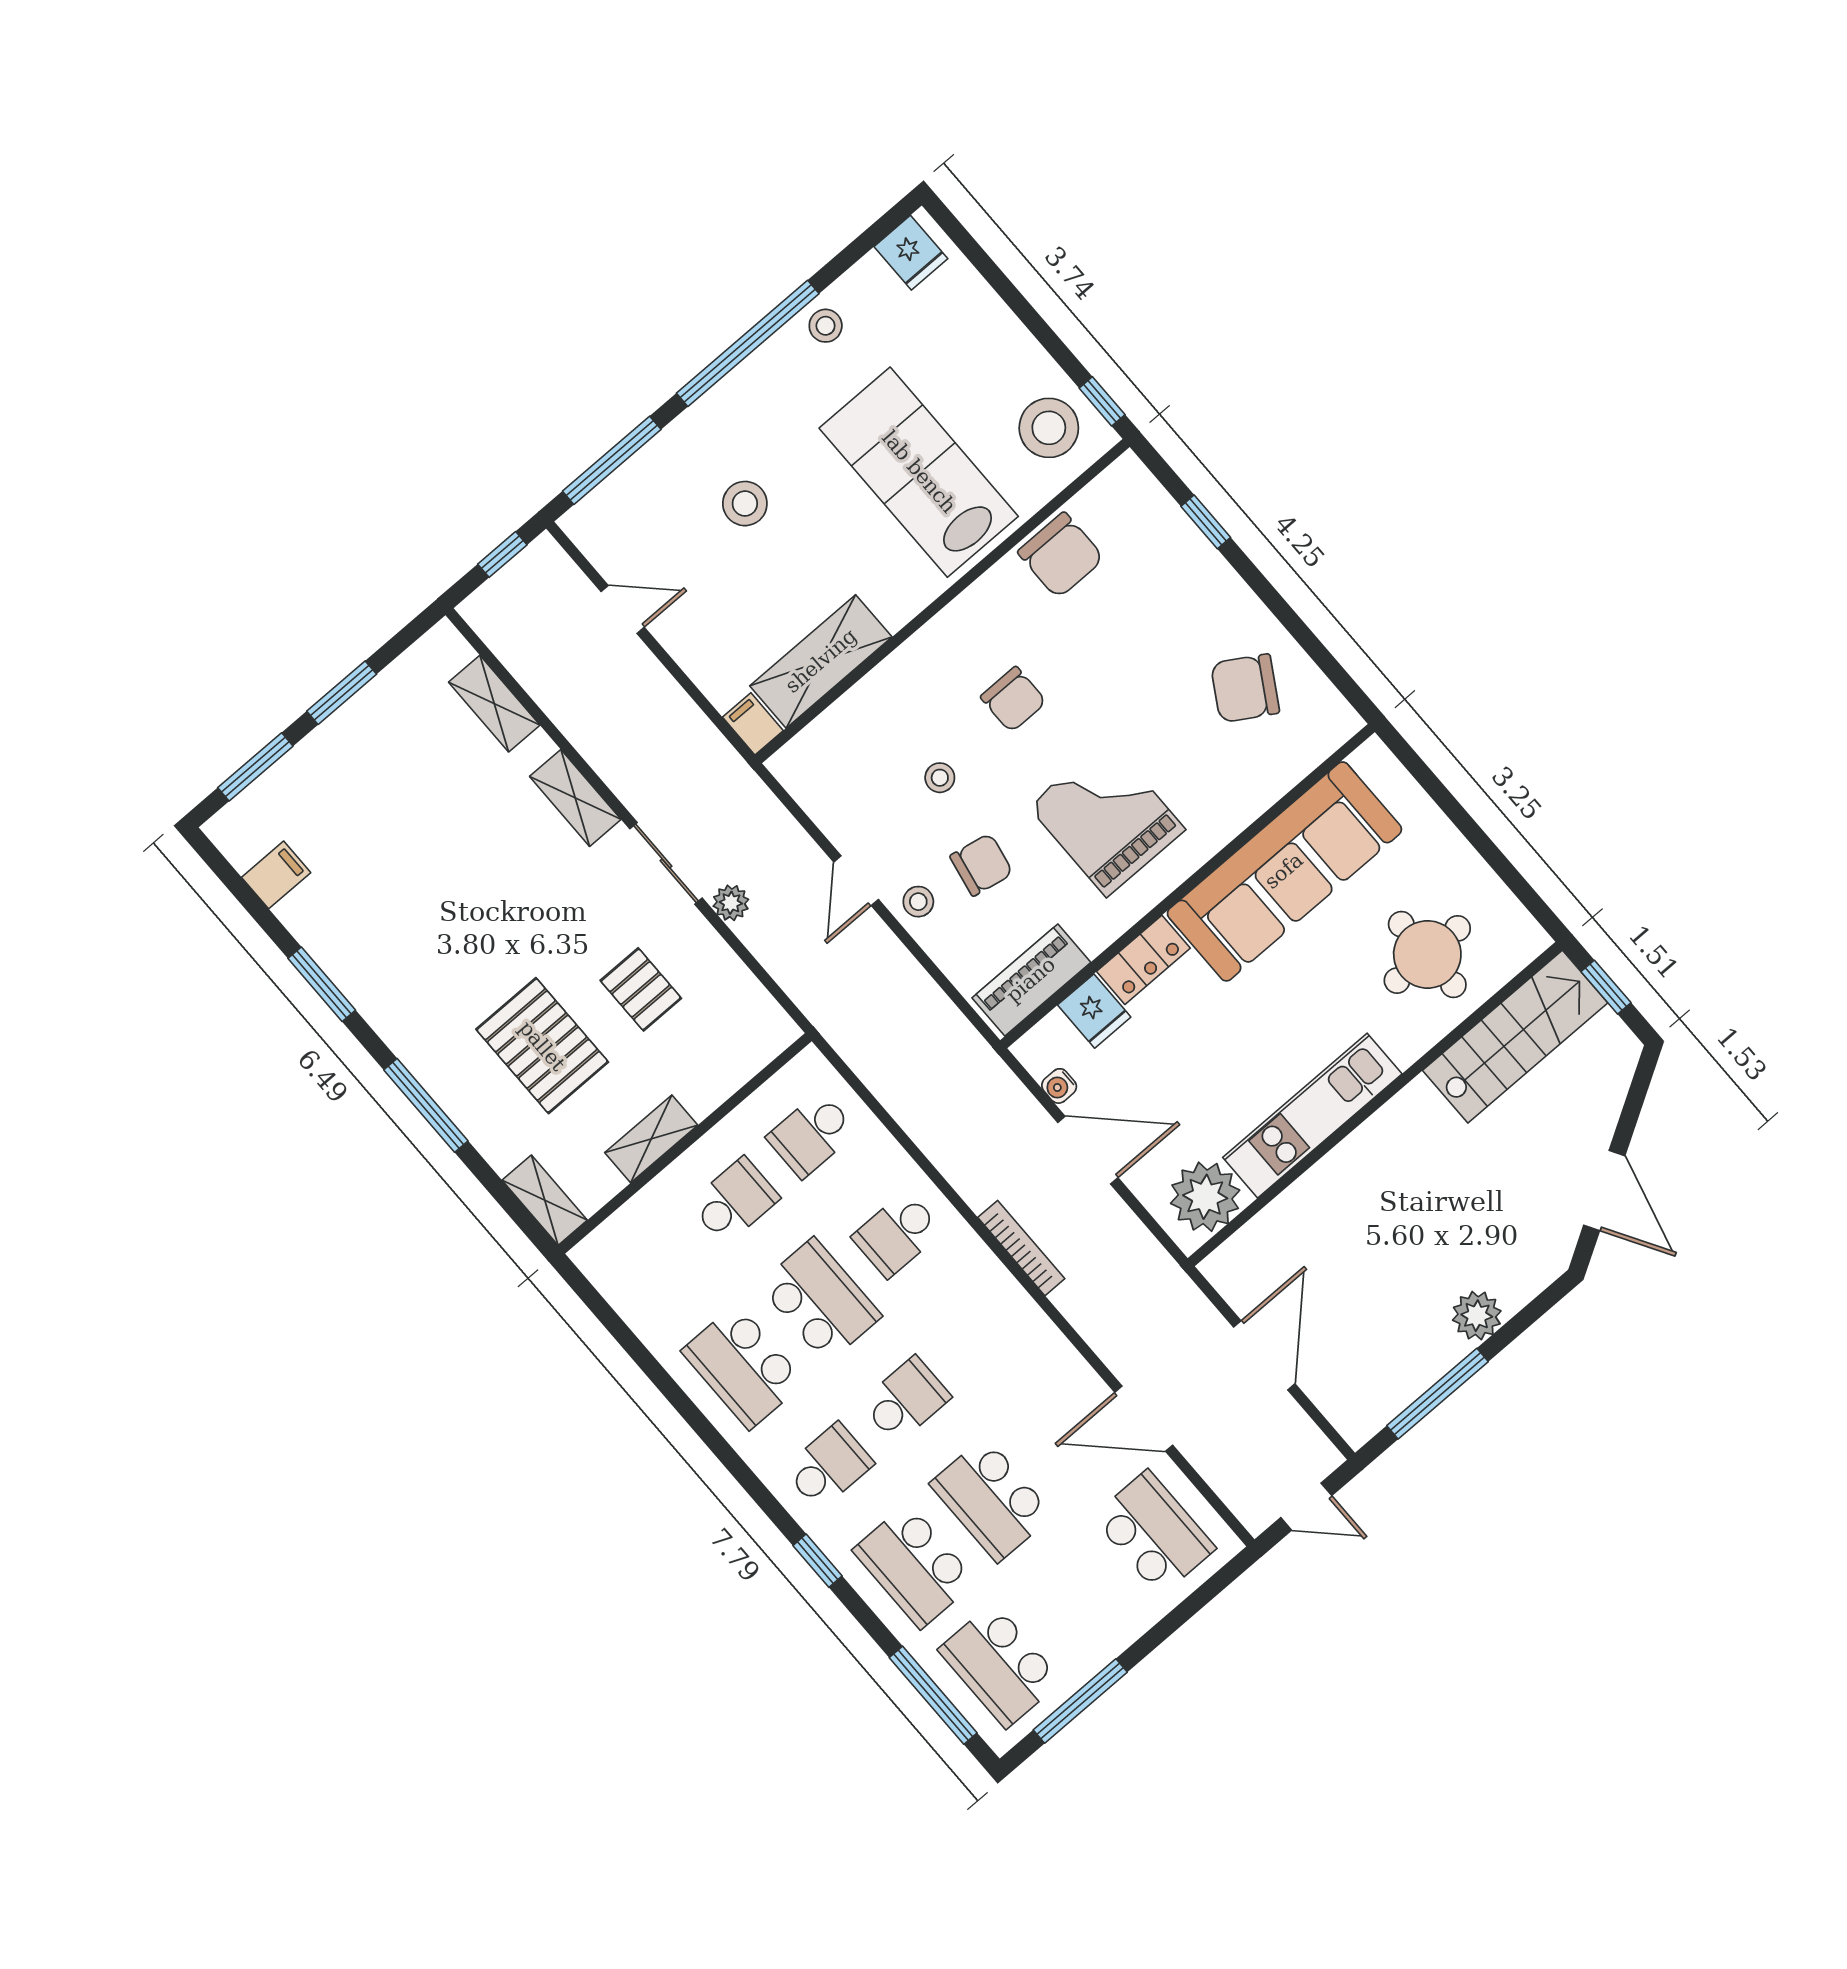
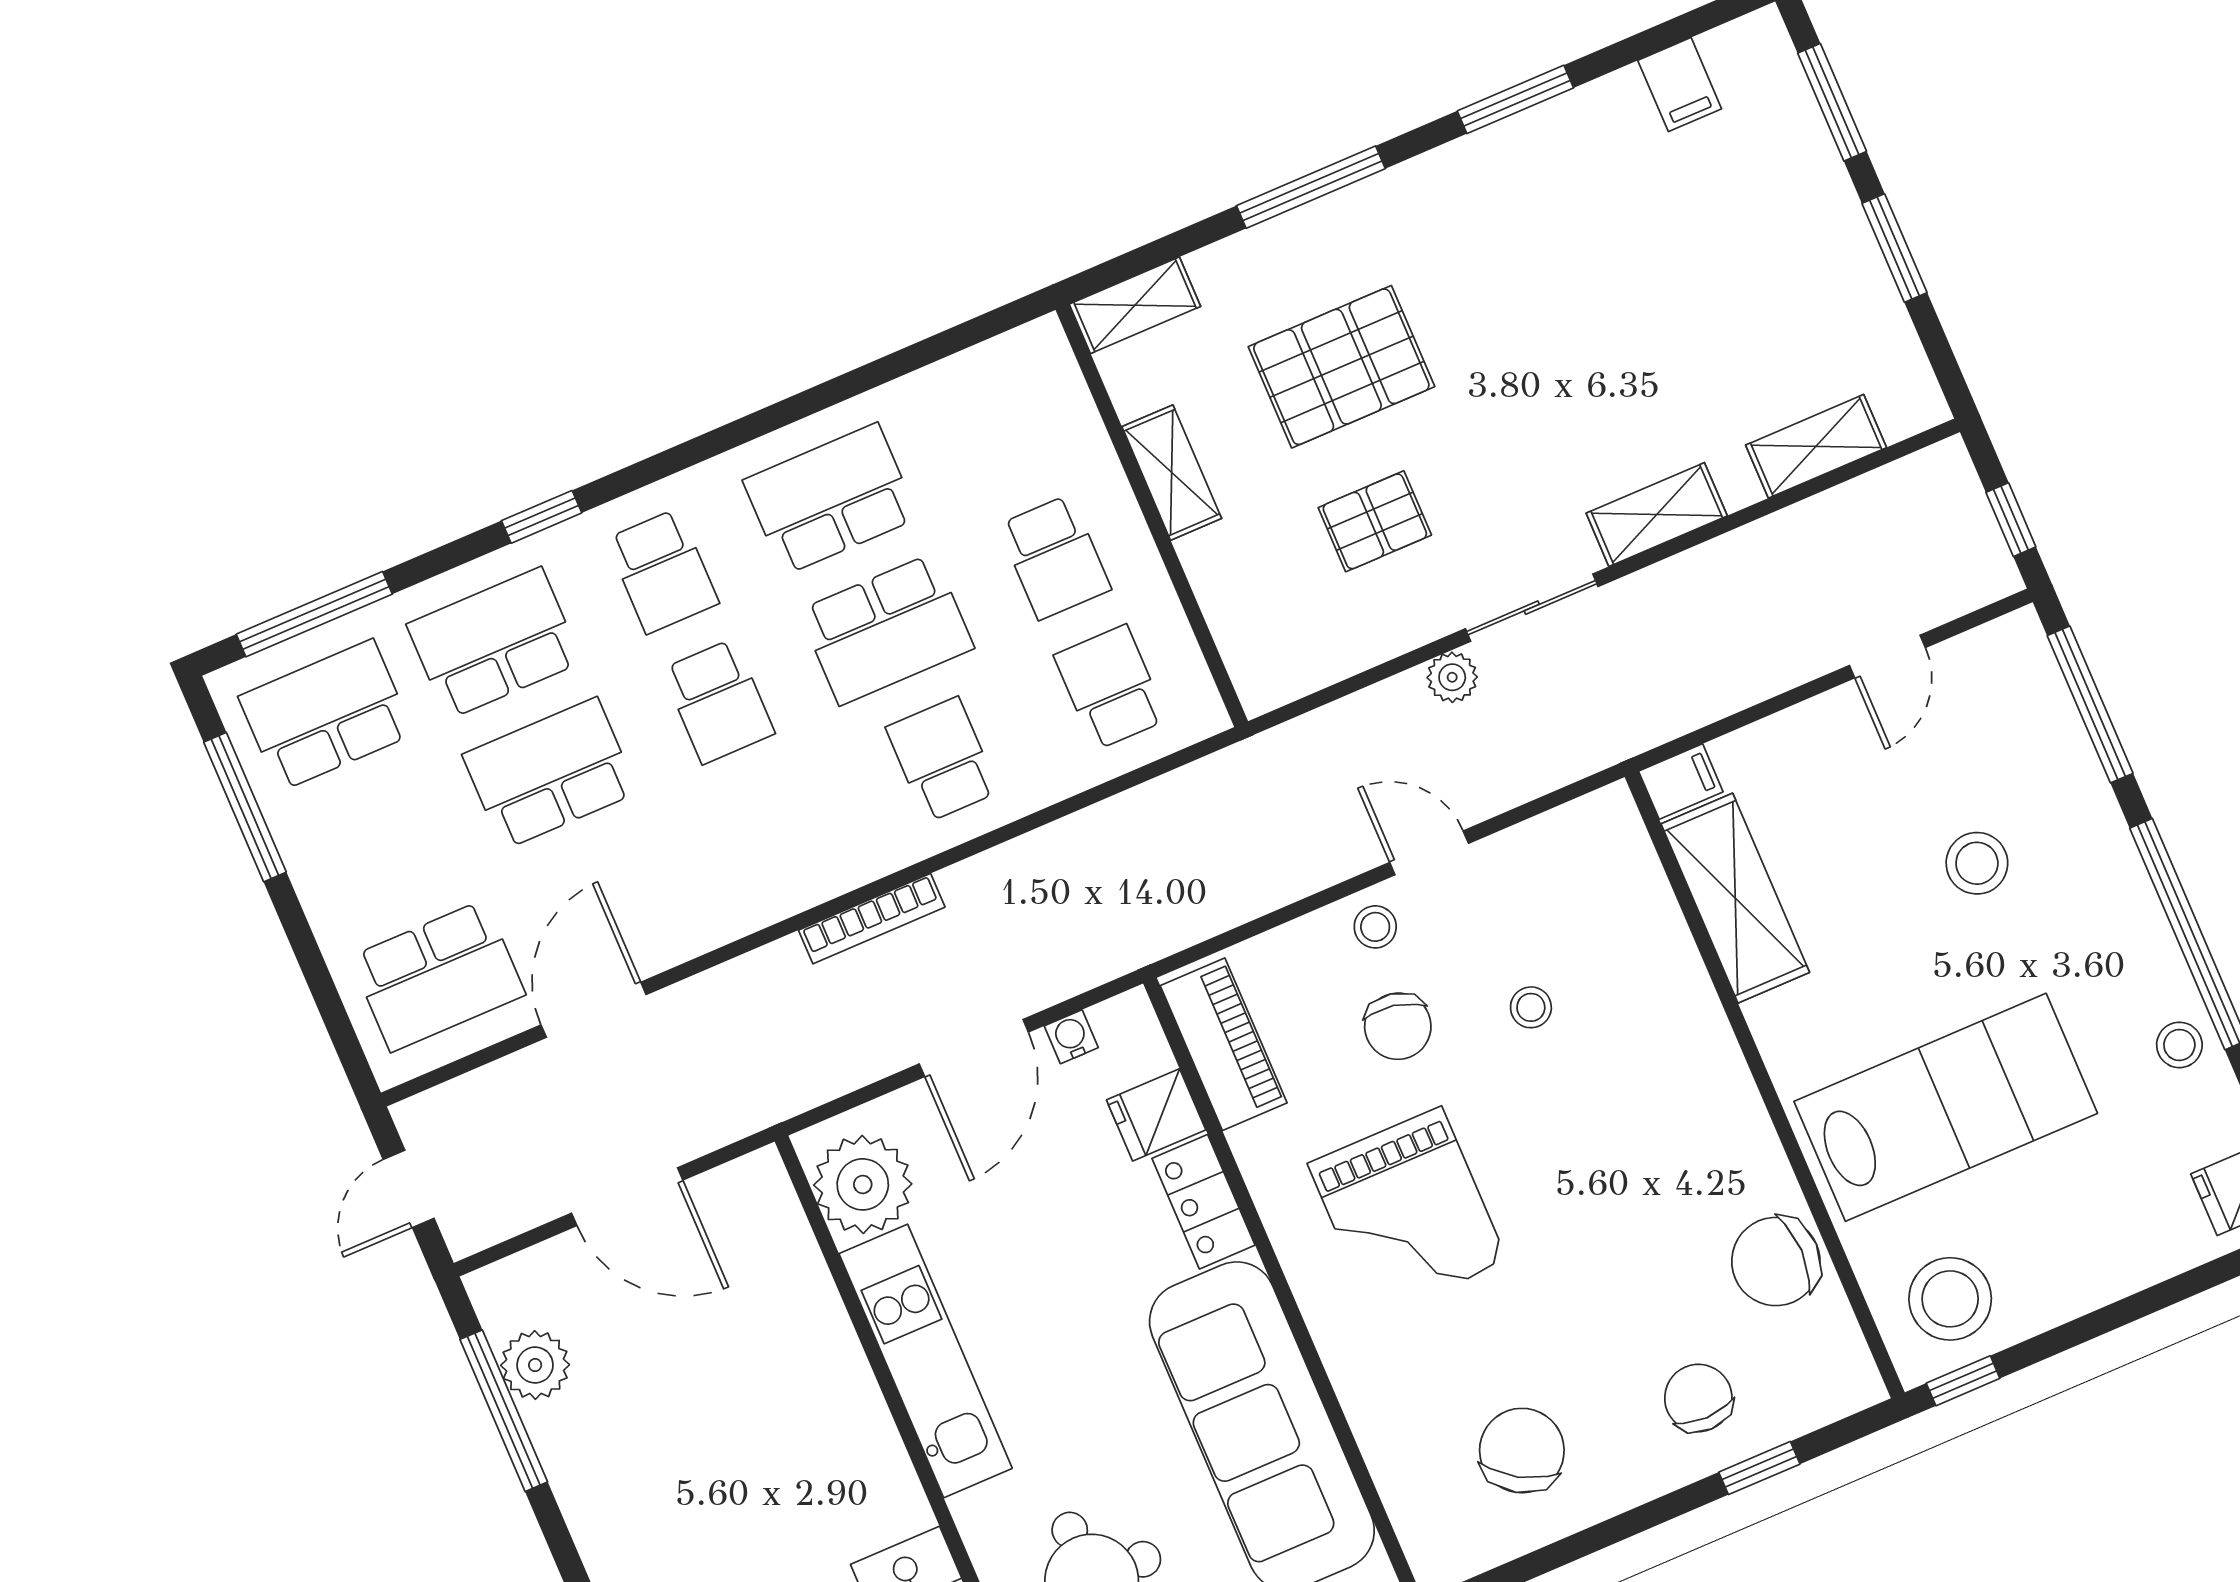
chair: (1013, 699) -> (1698, 1398), moved, turned 90
grand piano: (1107, 818) -> (1408, 1212), turned 90
plant: (1477, 1316) -> (535, 1365), moved

